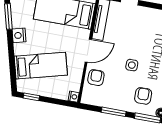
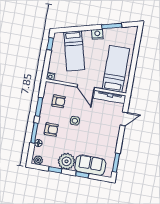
armchair: (96, 78) -> (59, 101), moved

